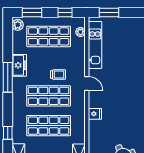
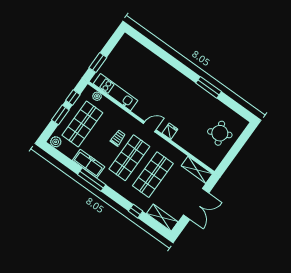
window: (32, 13) -> (60, 115), moved
freezer: (19, 65) -> (89, 164), width x1.40
door: (87, 83) -> (150, 127), moved

